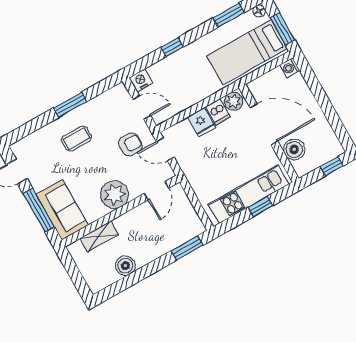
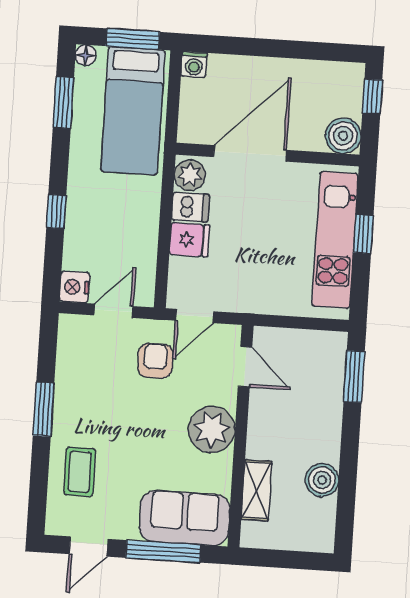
coffee table: (76, 139) -> (80, 472), moved
boiler: (294, 149) -> (343, 136), moved

